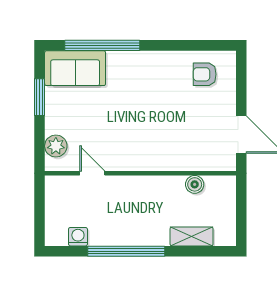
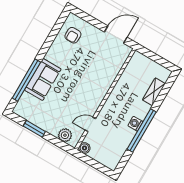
sofa: (75, 68) -> (43, 79), moved
boiler: (195, 184) -> (84, 148), moved
washing machine: (78, 237) -> (135, 124), moved

